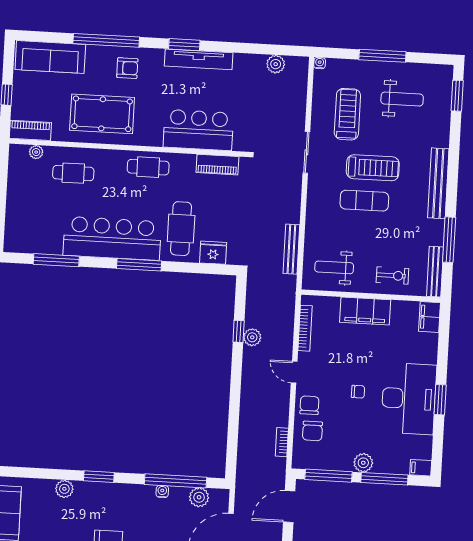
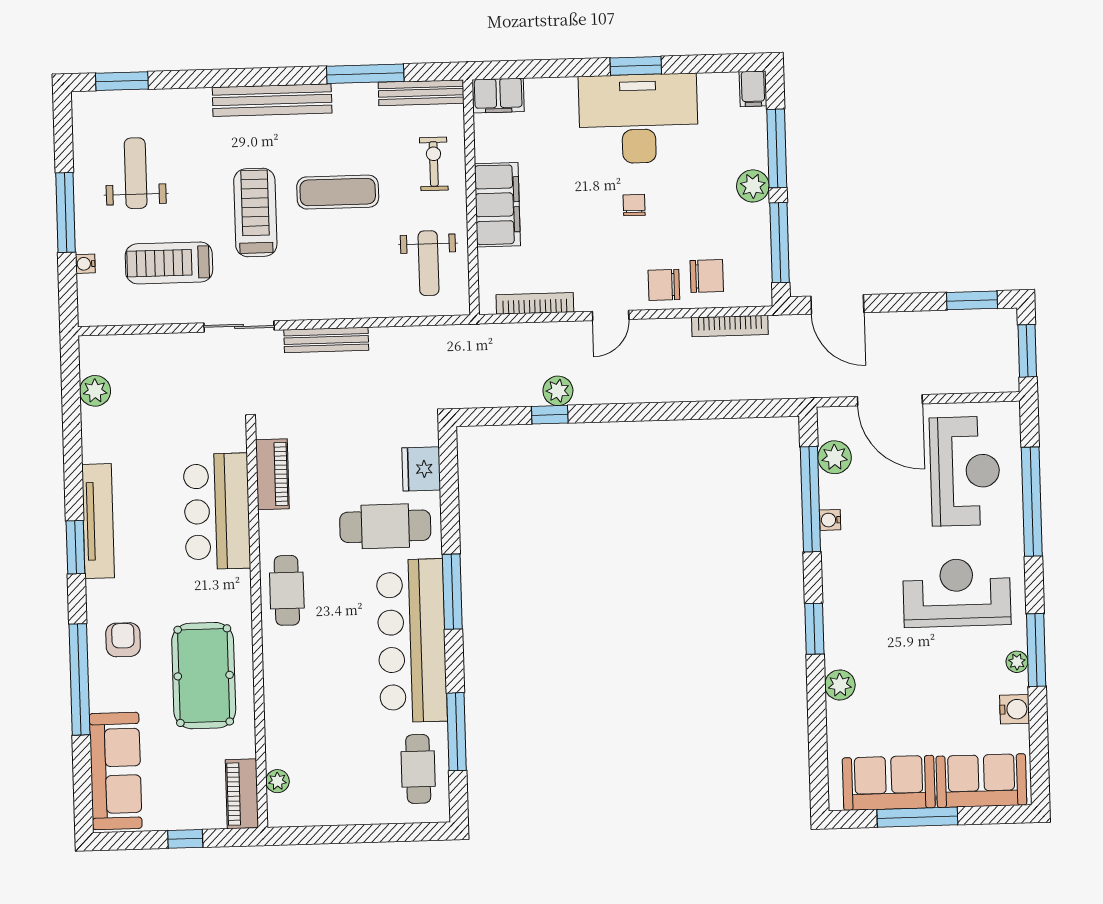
water cooler: (320, 63) -> (85, 264), moved
cafe table: (73, 173) -> (418, 769), moved
exercise mat: (364, 201) -> (338, 192), moved, turned 90
bench: (291, 249) -> (326, 340), moved
bookcase: (282, 442) -> (730, 326), width x1.56

